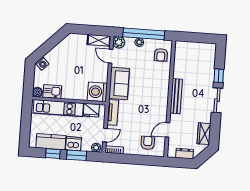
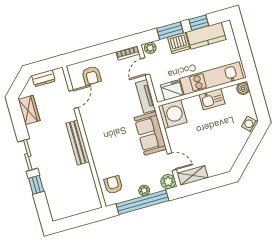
kitchen sink: (52, 92) -> (212, 99), moved

